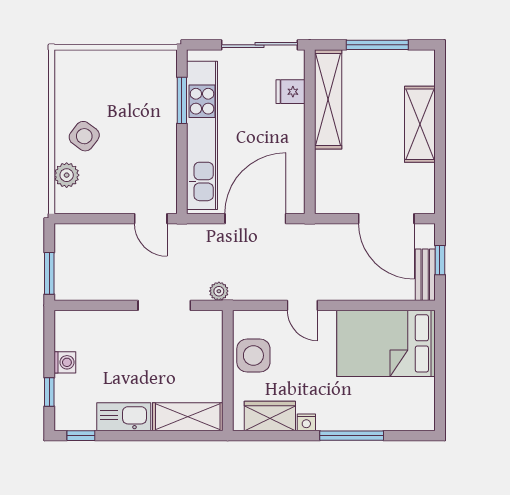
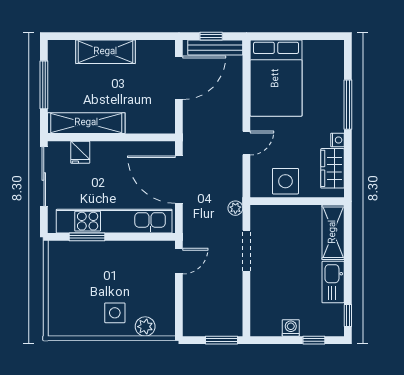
side table: (84, 136) -> (115, 313), turned -37
bench: (425, 275) -> (215, 48), width x1.36

